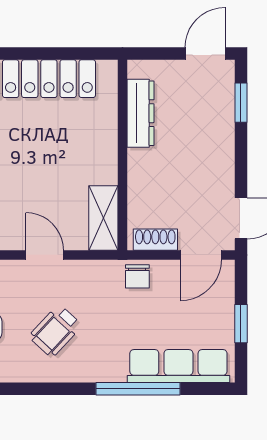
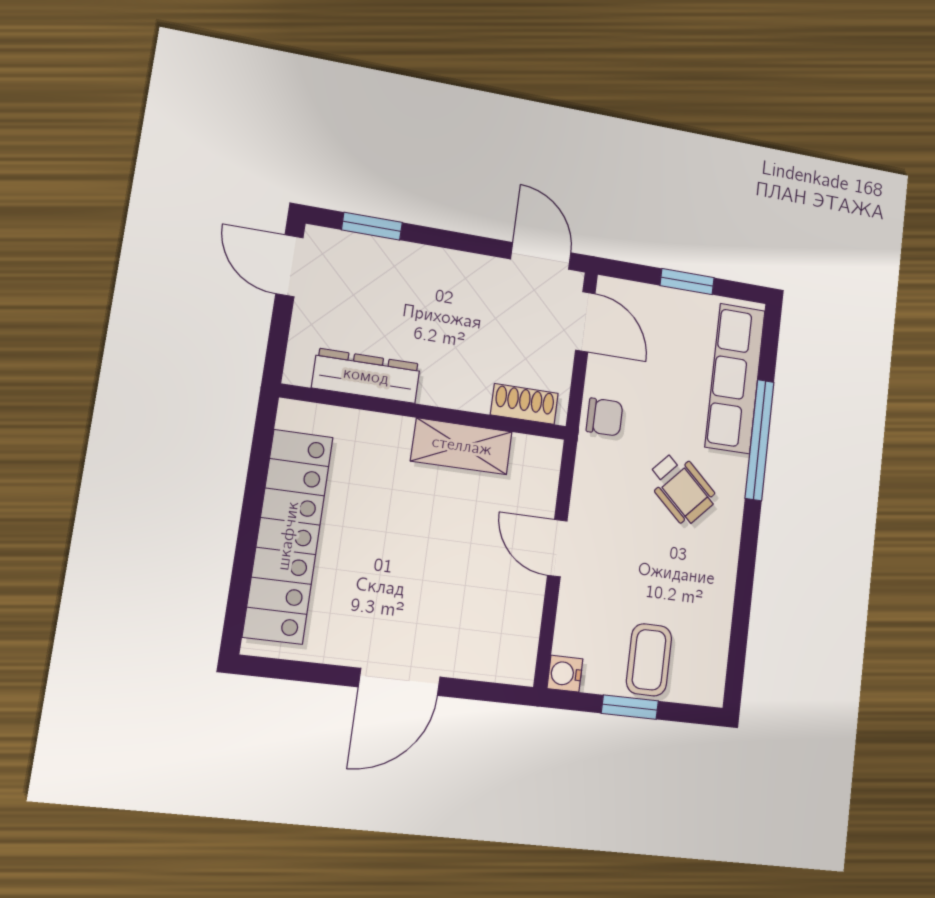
shelving: (103, 218) -> (462, 446), moved
shoe rack: (155, 240) -> (524, 404), moved, turned 90
door: (45, 255) -> (557, 548), hinge flipped
wheelchair: (55, 331) -> (681, 488), moved

